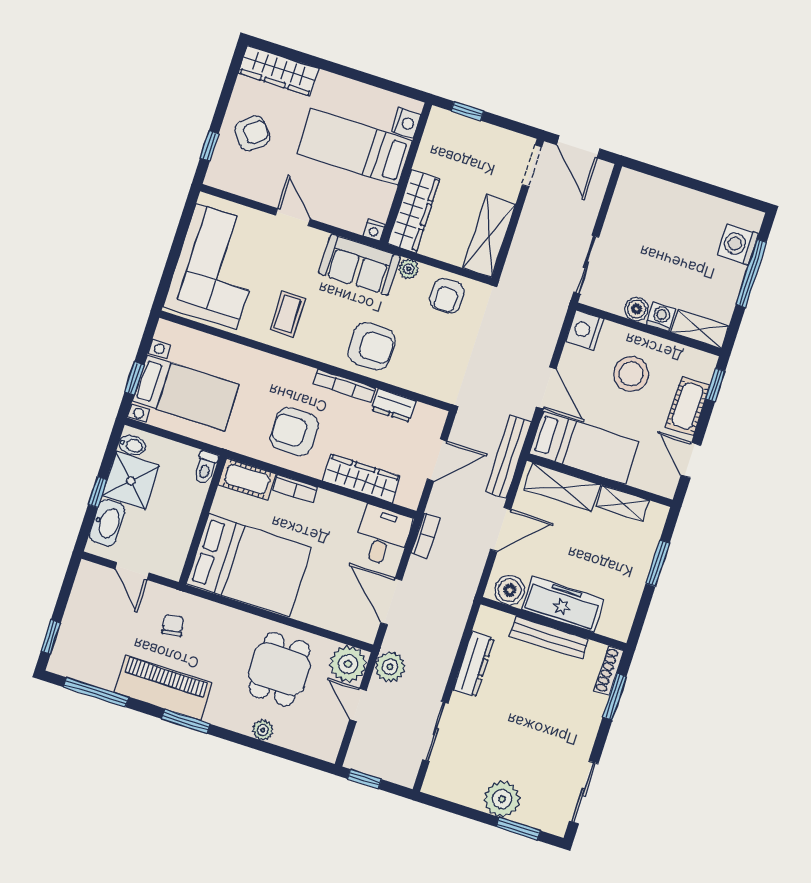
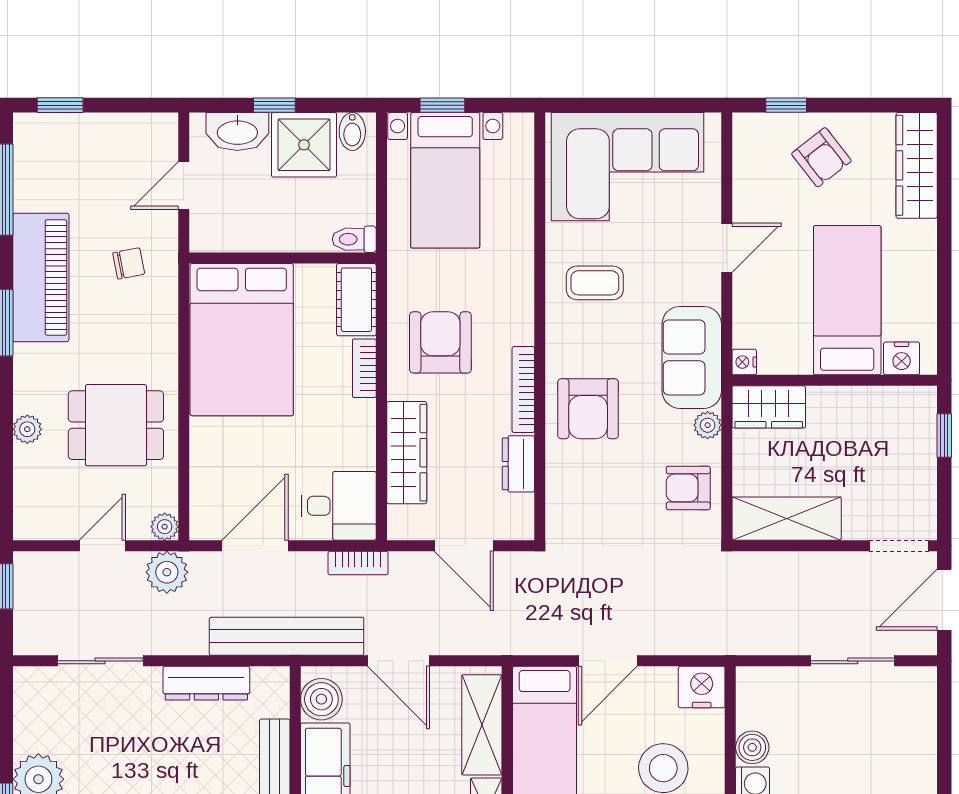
wardrobe: (414, 211) -> (769, 407), width x0.67
sliding door: (586, 265) -> (853, 661), moved
bench: (508, 457) -> (287, 636), moved, width x1.37, depth x1.21
plant: (348, 664) -> (165, 527), width x0.53, depth x0.53

